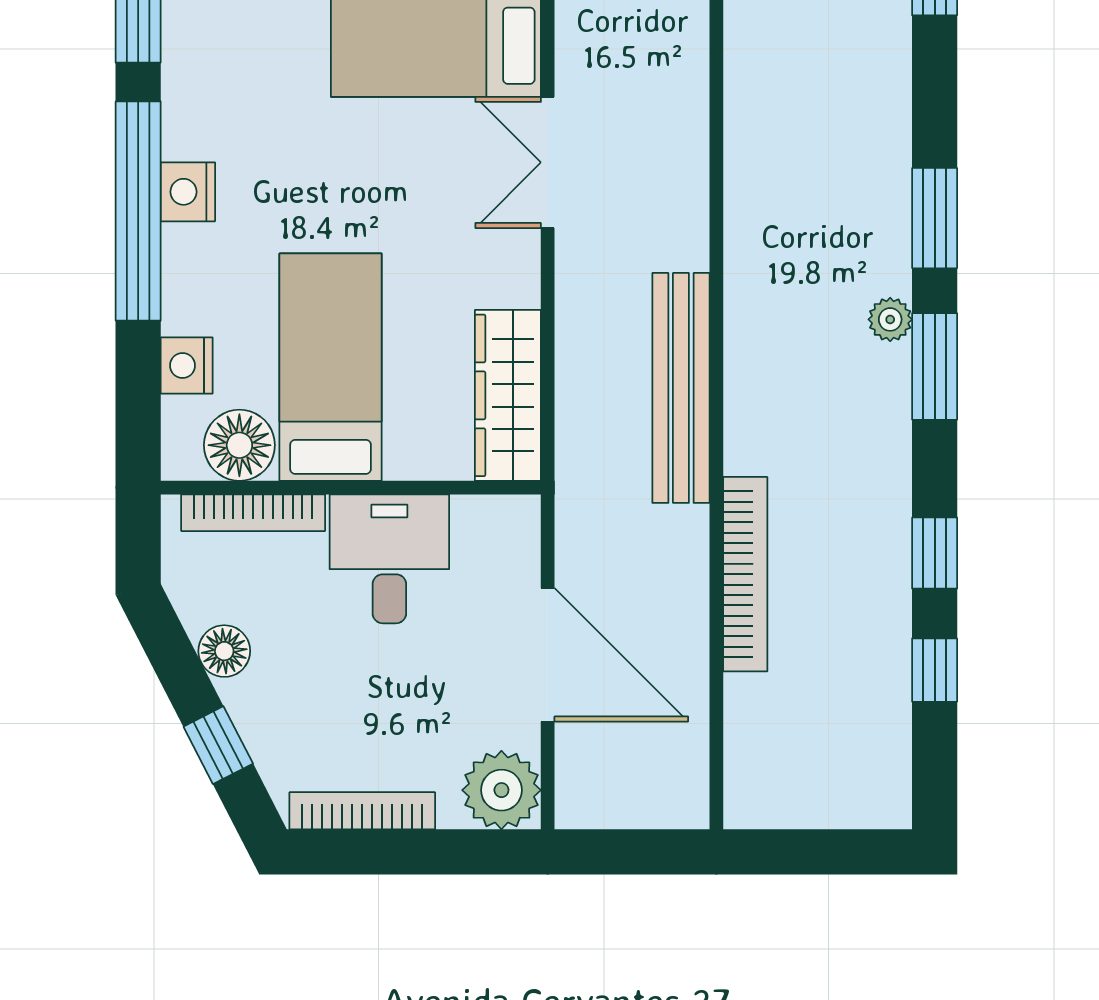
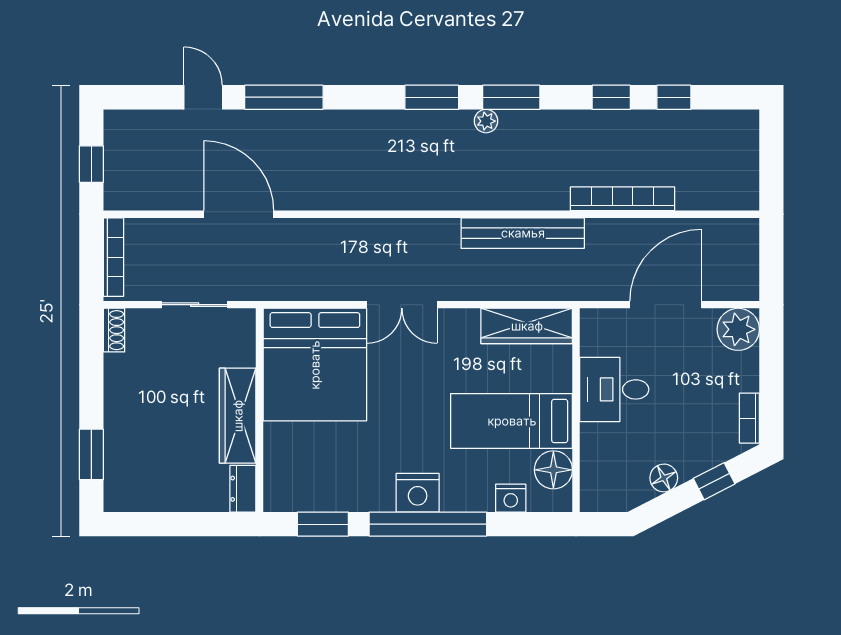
nightstand: (188, 192) -> (418, 493), width x1.36, depth x1.33
bookcase: (253, 513) -> (590, 462), removed
bookcase: (362, 811) -> (749, 418), width x0.64

